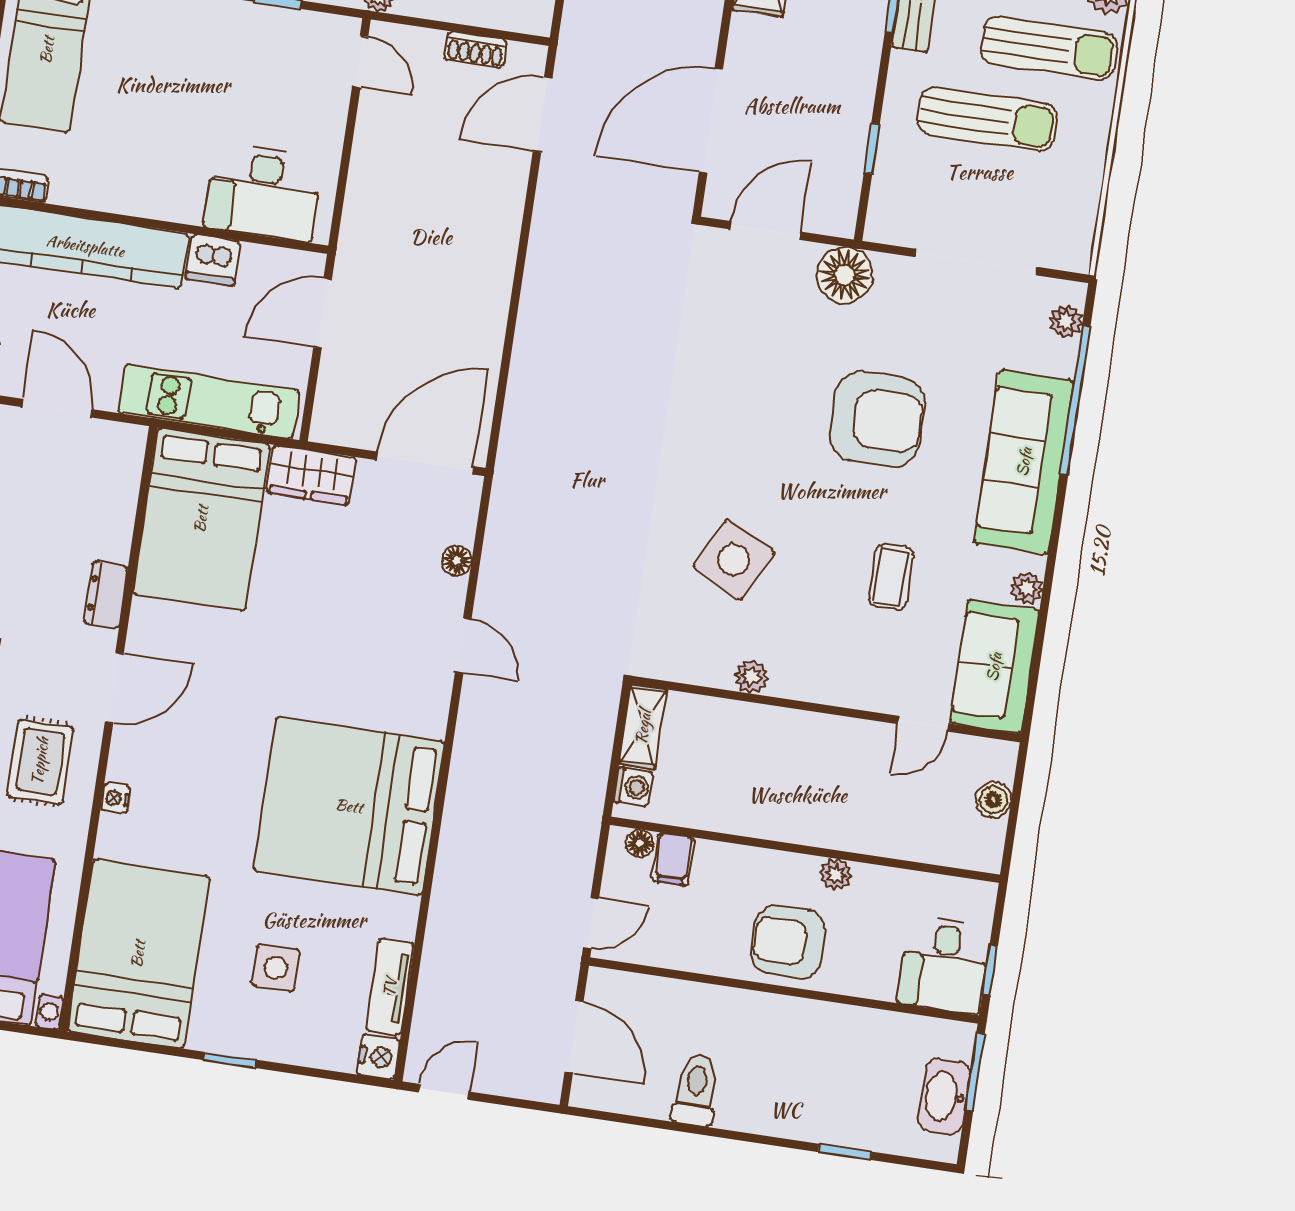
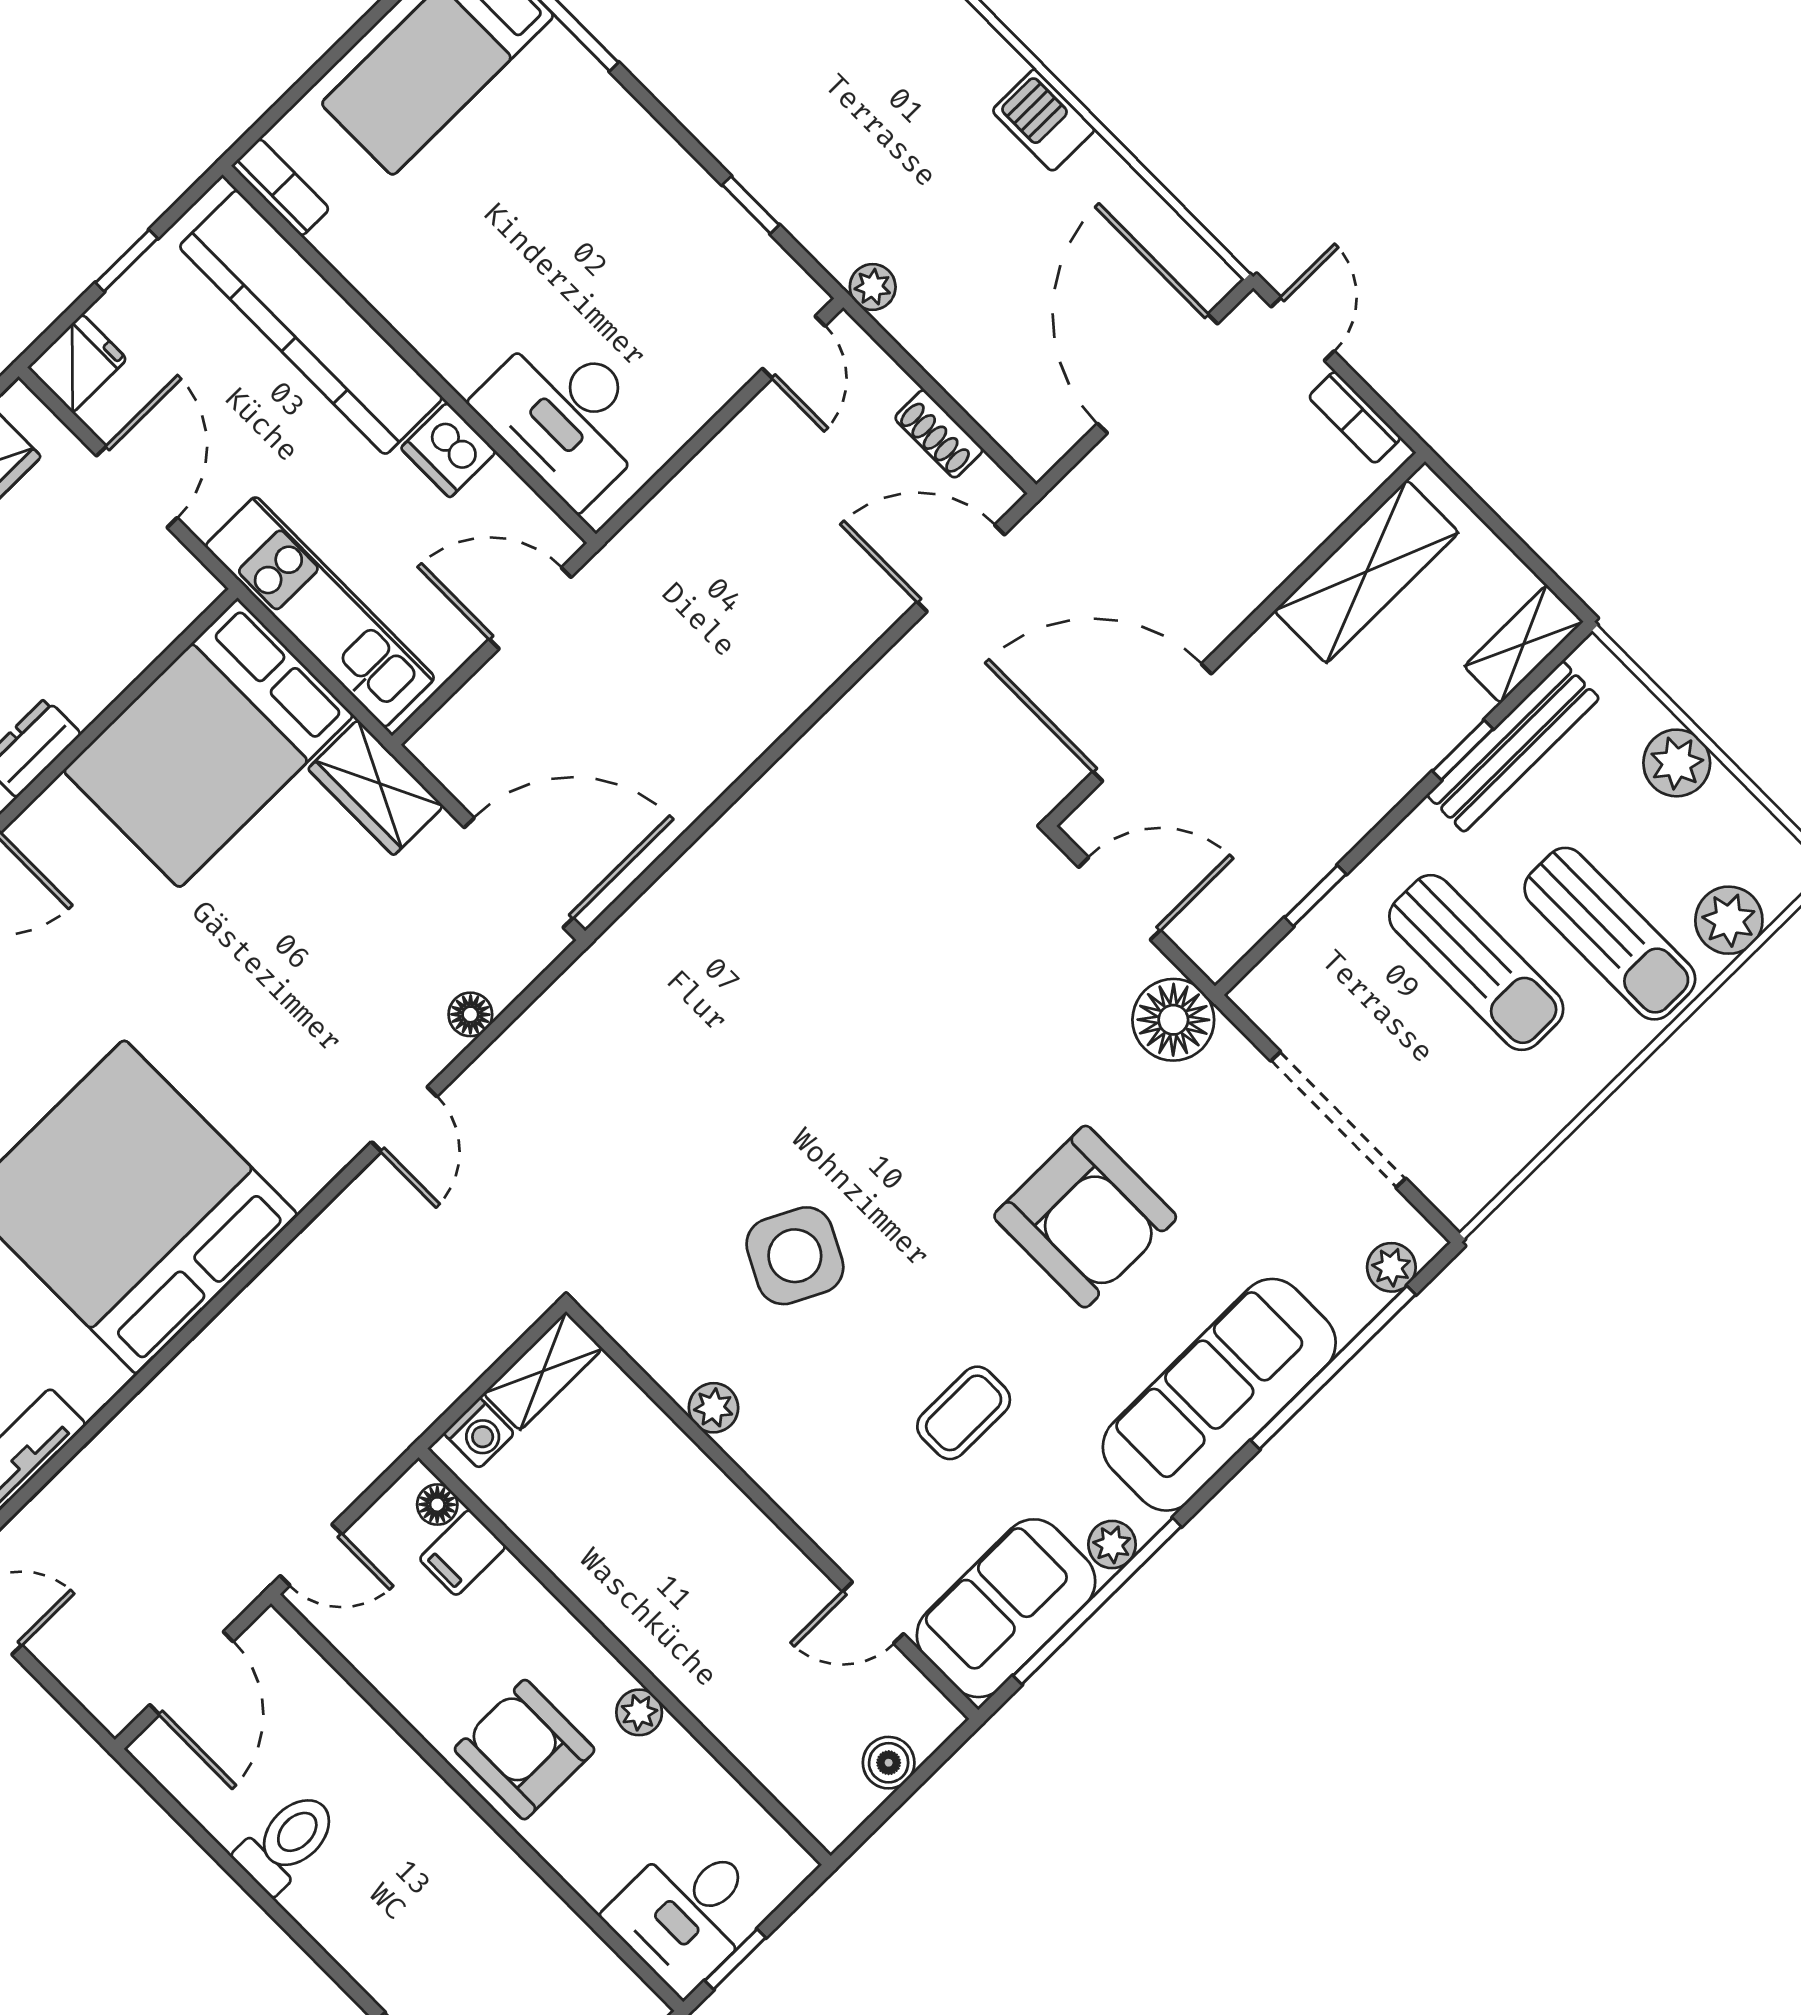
window: (1042, 625) -> (1097, 1601), added

